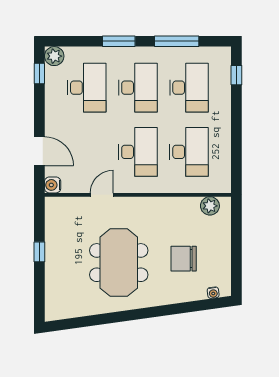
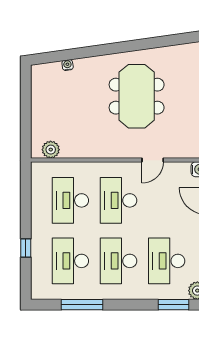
window: (119, 41) -> (173, 305), moved
window: (236, 75) -> (26, 248), moved
chair: (184, 259) -> (75, 100), removed
water cooler: (213, 293) -> (68, 65), moved

